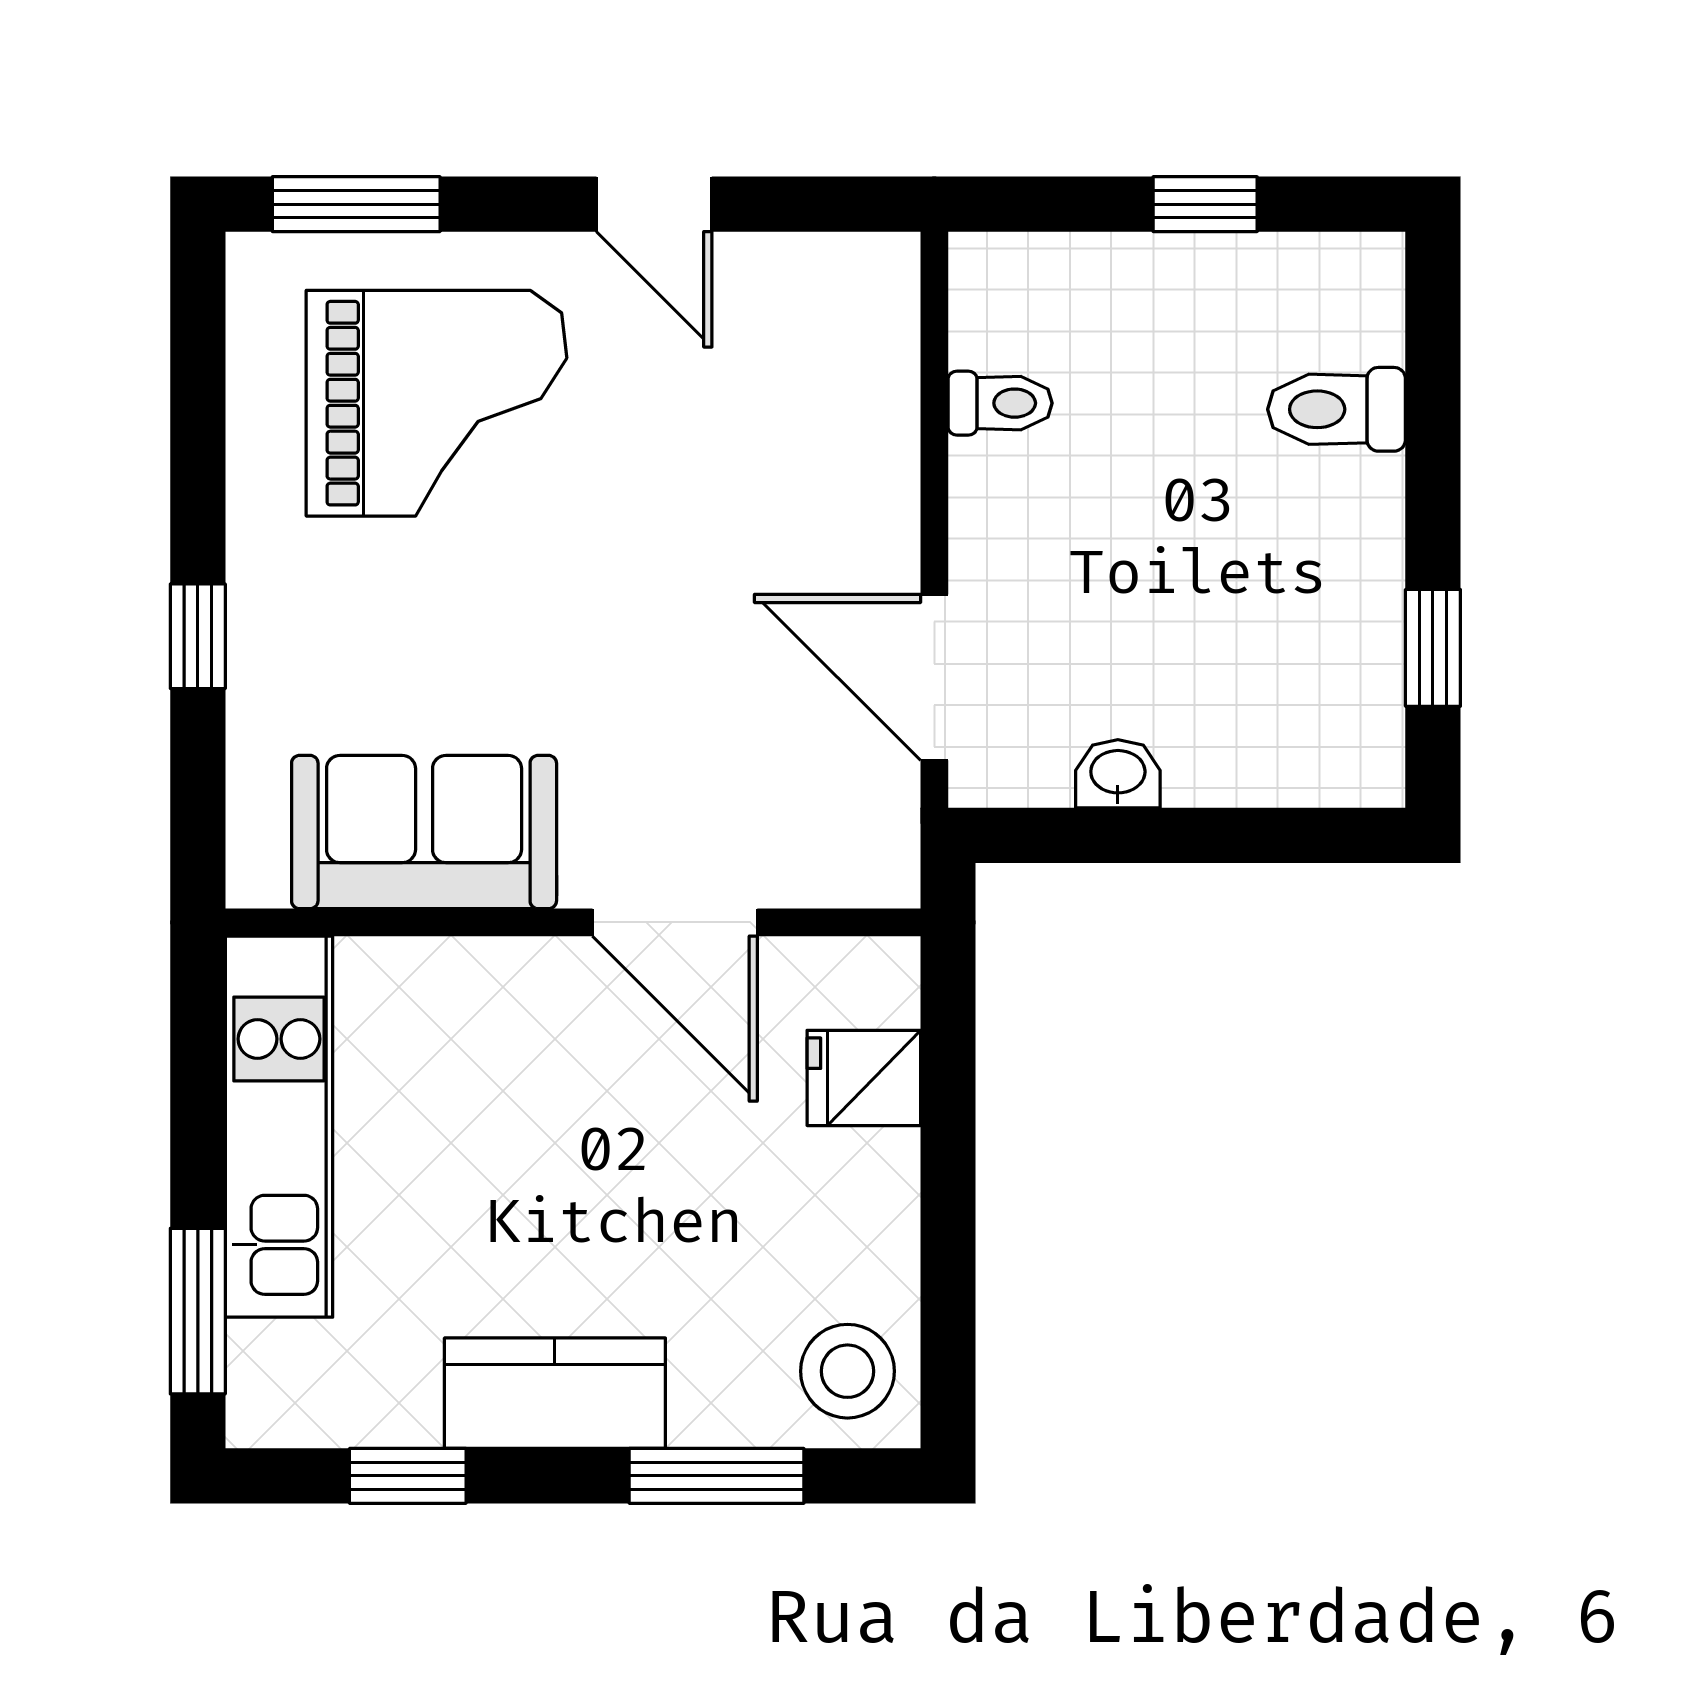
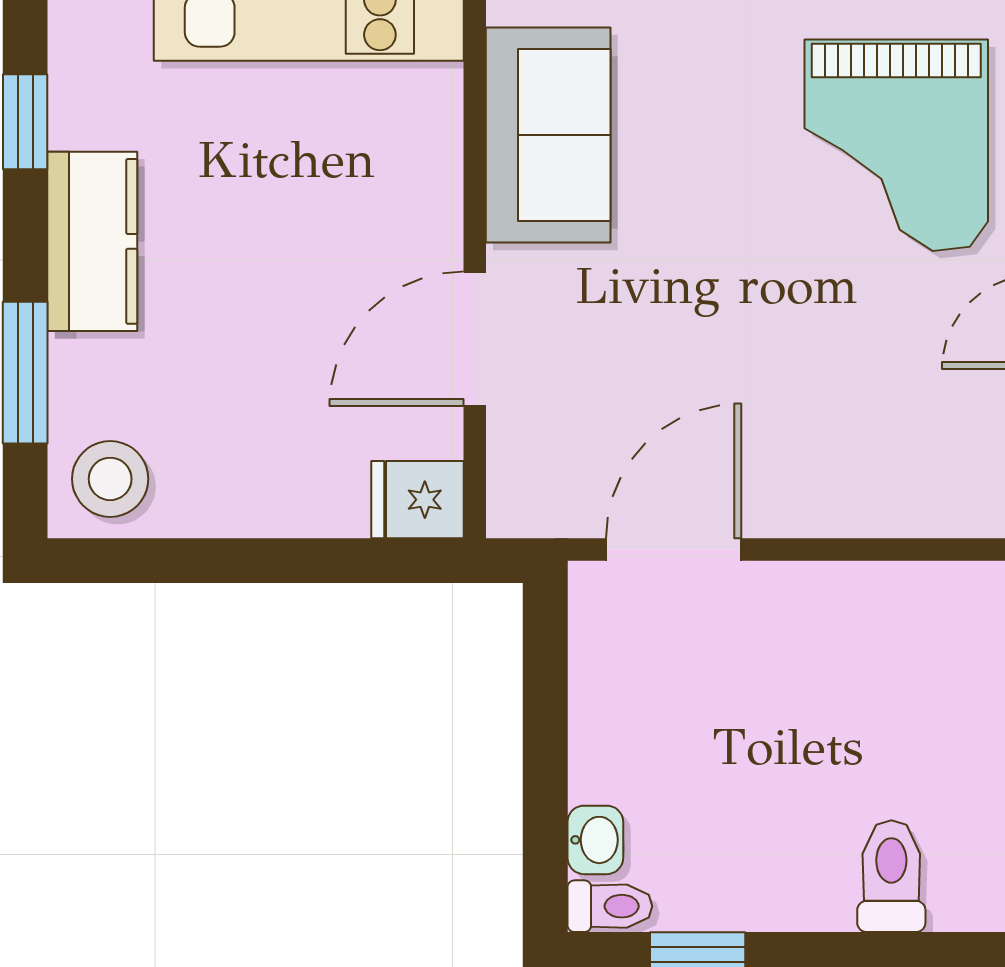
toilet: (1000, 403) -> (610, 906), moved, turned -90
washbasin: (1118, 774) -> (595, 840), moved
fridge: (864, 1078) -> (417, 500), moved, turned -90

